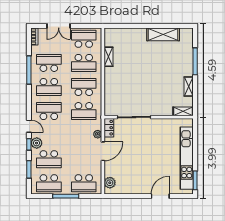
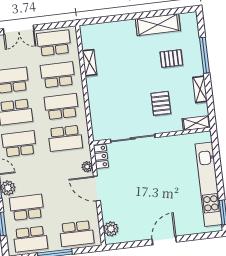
pallet: (170, 61) -> (171, 59), added
school desk: (84, 63) -> (58, 75), turned 180
pallet: (158, 93) -> (161, 103), added
door: (103, 151) -> (97, 188), swing flipped
school desk: (49, 159) -> (27, 207), turned 180
door: (160, 196) -> (164, 241), moved

